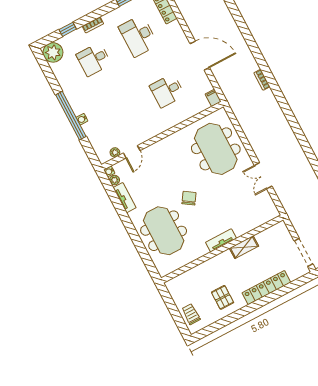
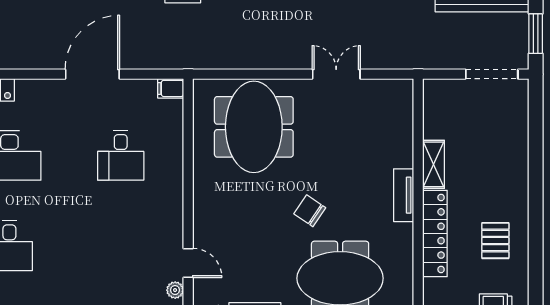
meeting table: (216, 149) -> (254, 127), turned 90
double door: (263, 176) -> (336, 74), swing flipped
locker: (266, 288) -> (435, 233), moved, turned 180
pallet: (223, 297) -> (495, 241), turned 90

